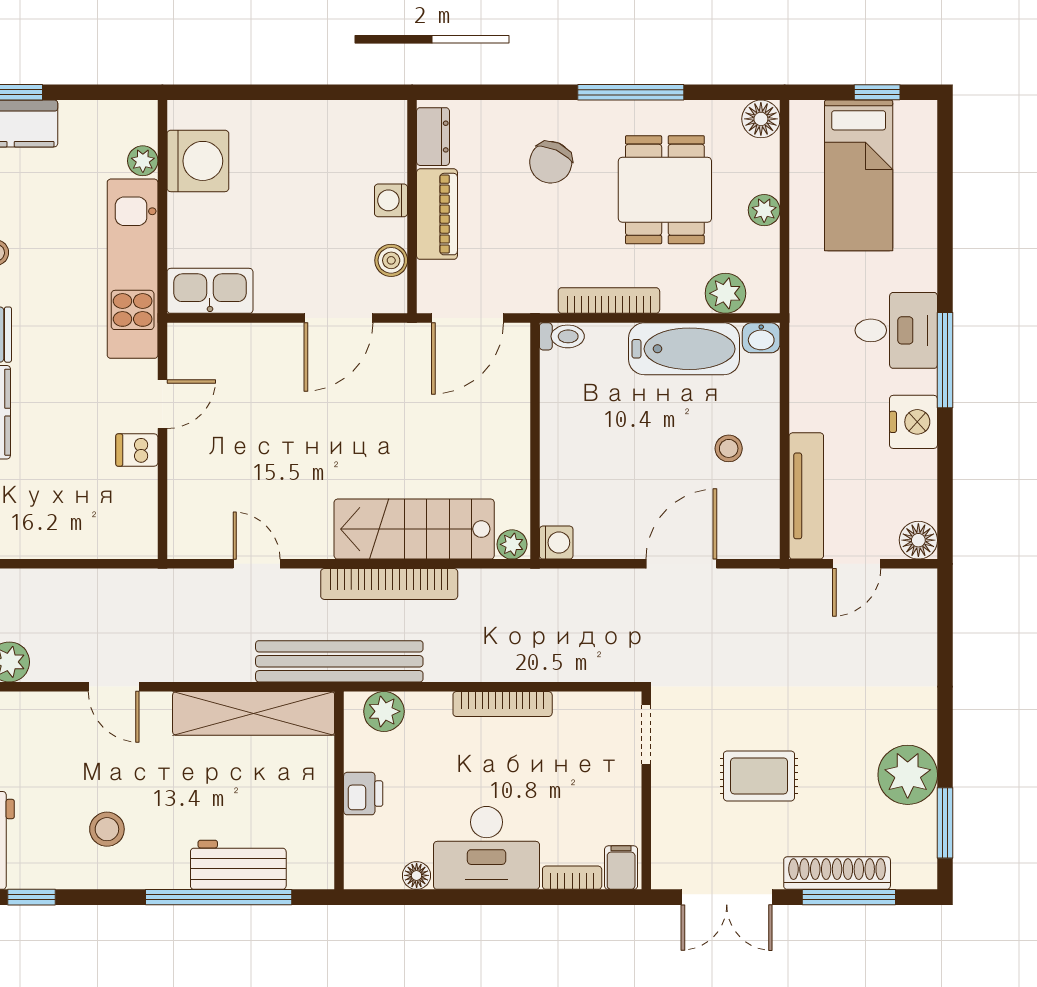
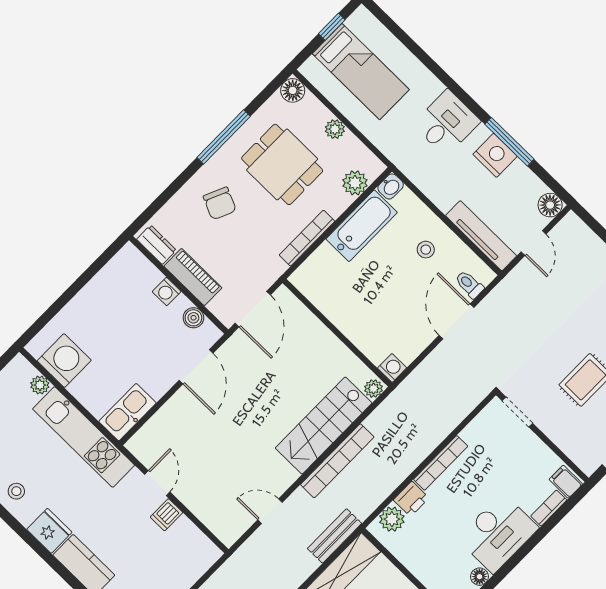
toilet: (562, 336) -> (469, 284), moved, turned -90
window: (945, 360) -> (509, 142), moved
bench: (339, 661) -> (335, 536), width x0.54, depth x0.82
printer: (363, 794) -> (411, 499), moved, turned 90

